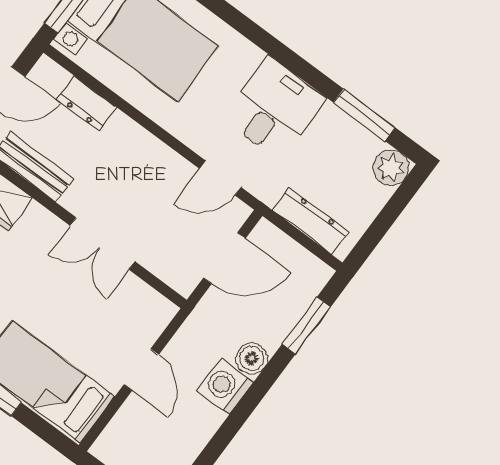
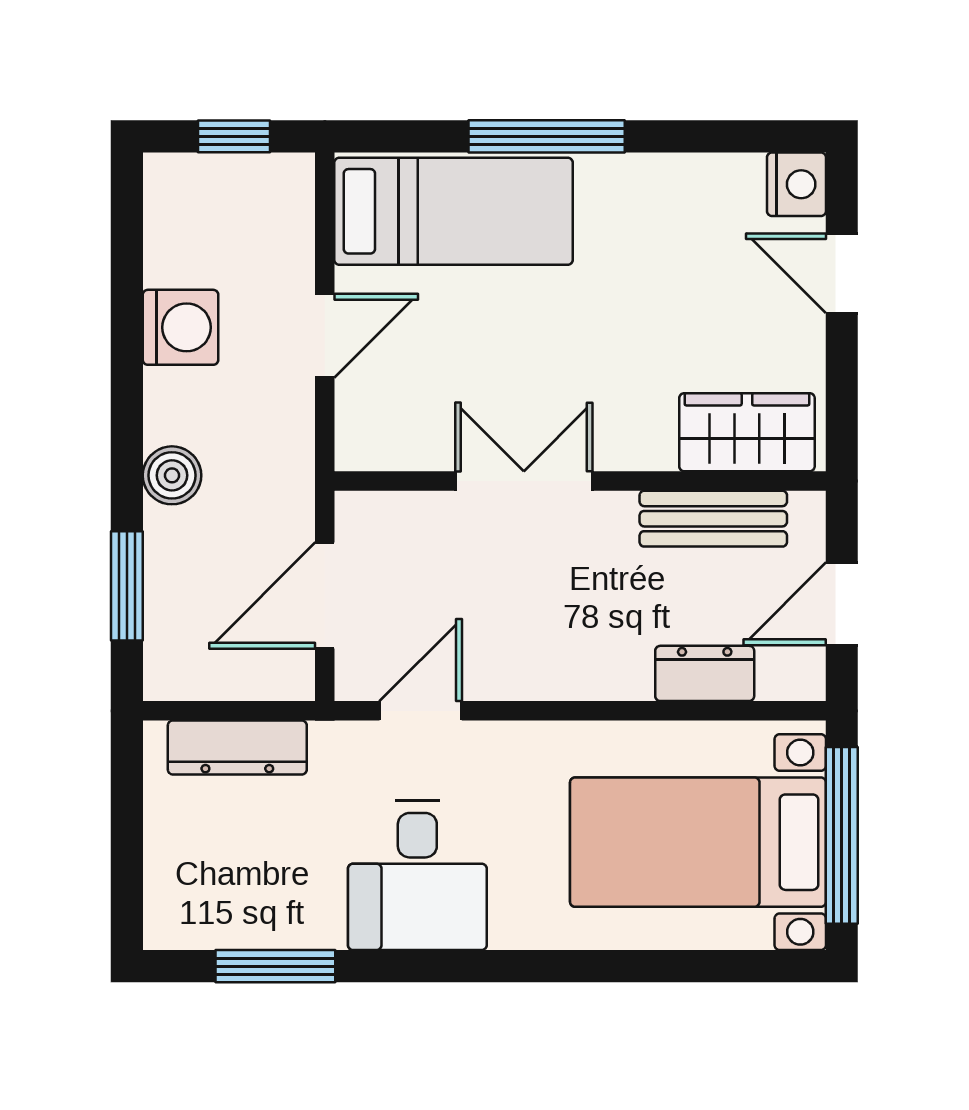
plant: (391, 168) -> (176, 917), removed
door: (141, 370) -> (325, 336), swing flipped
washing machine: (225, 387) -> (181, 327), moved

